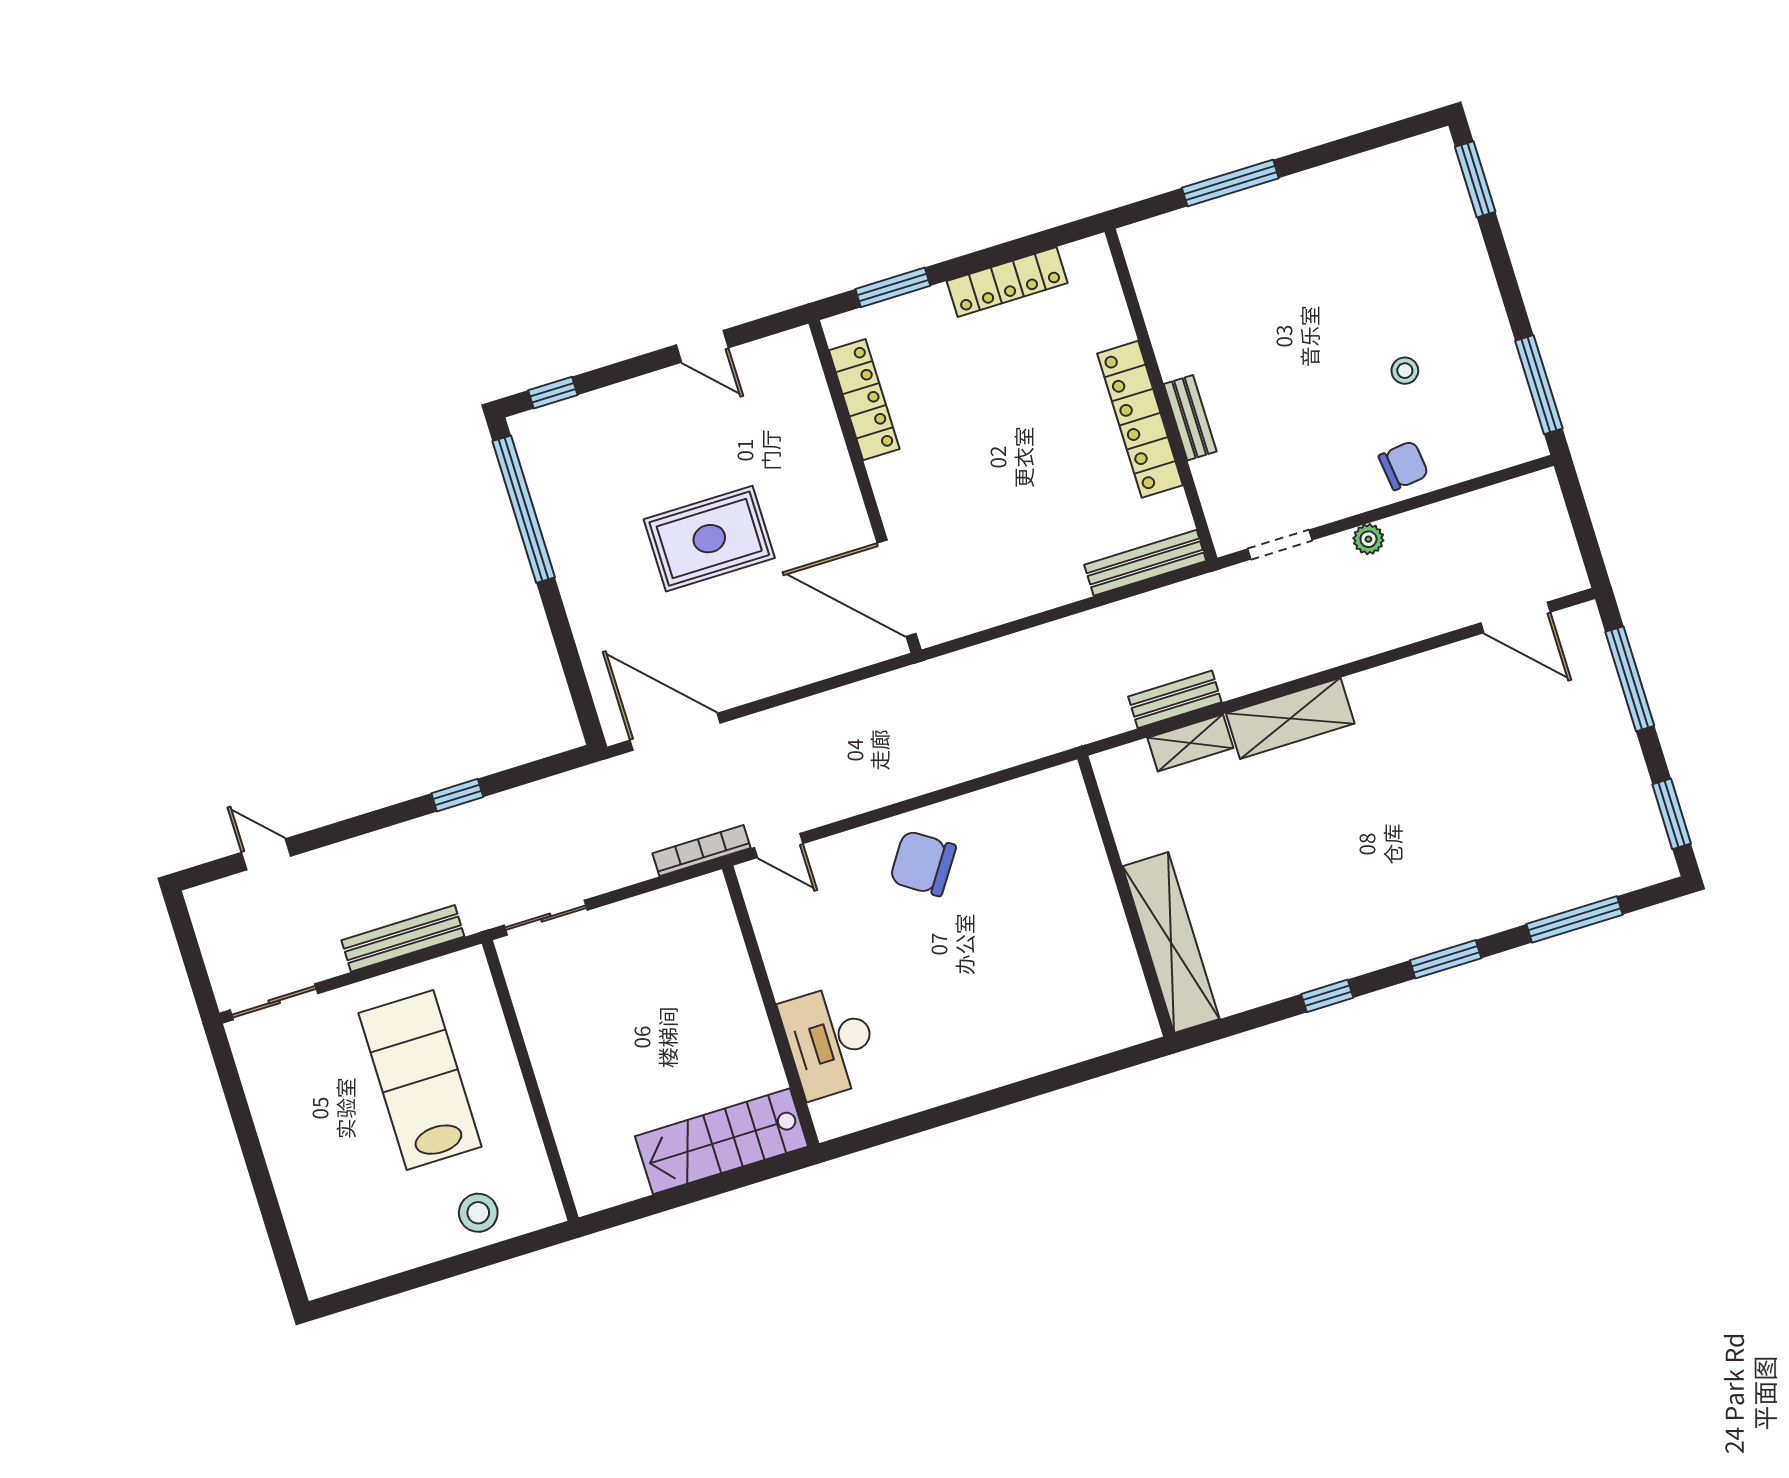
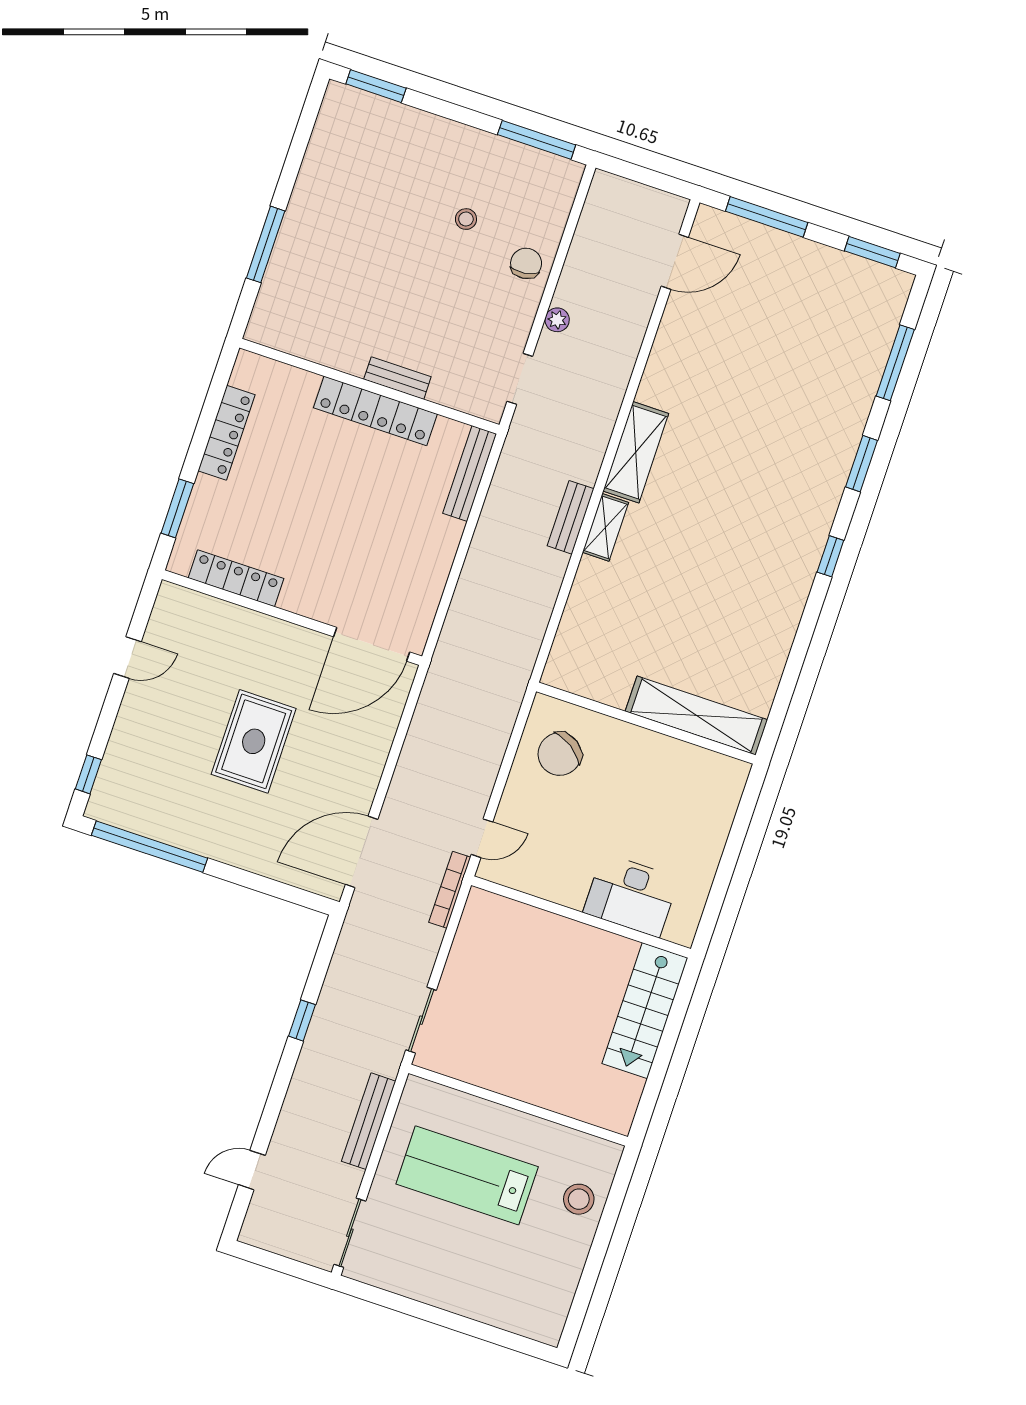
wall: (1126, 896) -> (646, 723), moved
shelving: (1171, 943) -> (696, 715), moved

